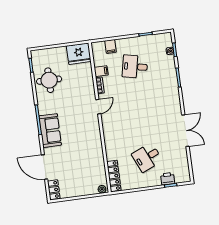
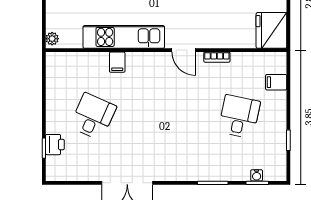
filing cabinet: (101, 71) -> (117, 62), moved
kitchen unit: (95, 145) -> (124, 37), added
desk: (147, 157) -> (93, 117), turned 48
locker: (114, 176) -> (71, 60), removed

